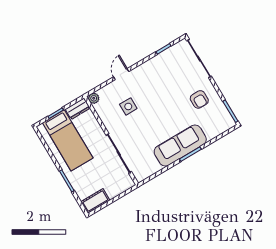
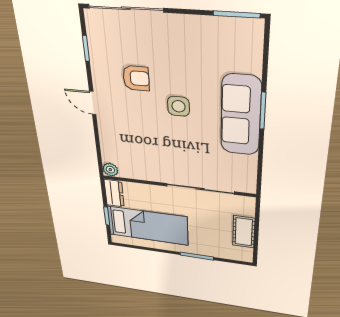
door: (121, 74) -> (93, 103), moved
armchair: (199, 99) -> (136, 78), moved
side table: (128, 106) -> (178, 106), moved
cot: (95, 201) -> (244, 232), moved

